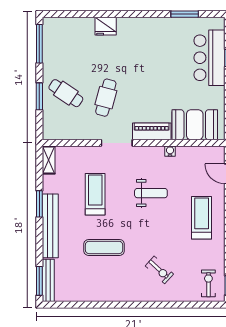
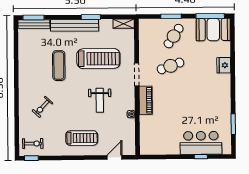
cafe table: (106, 98) -> (171, 66), turned -35
booth: (195, 125) -> (213, 29), moved, turned 90
treadmill: (95, 194) -> (98, 59), width x1.37, depth x1.37

